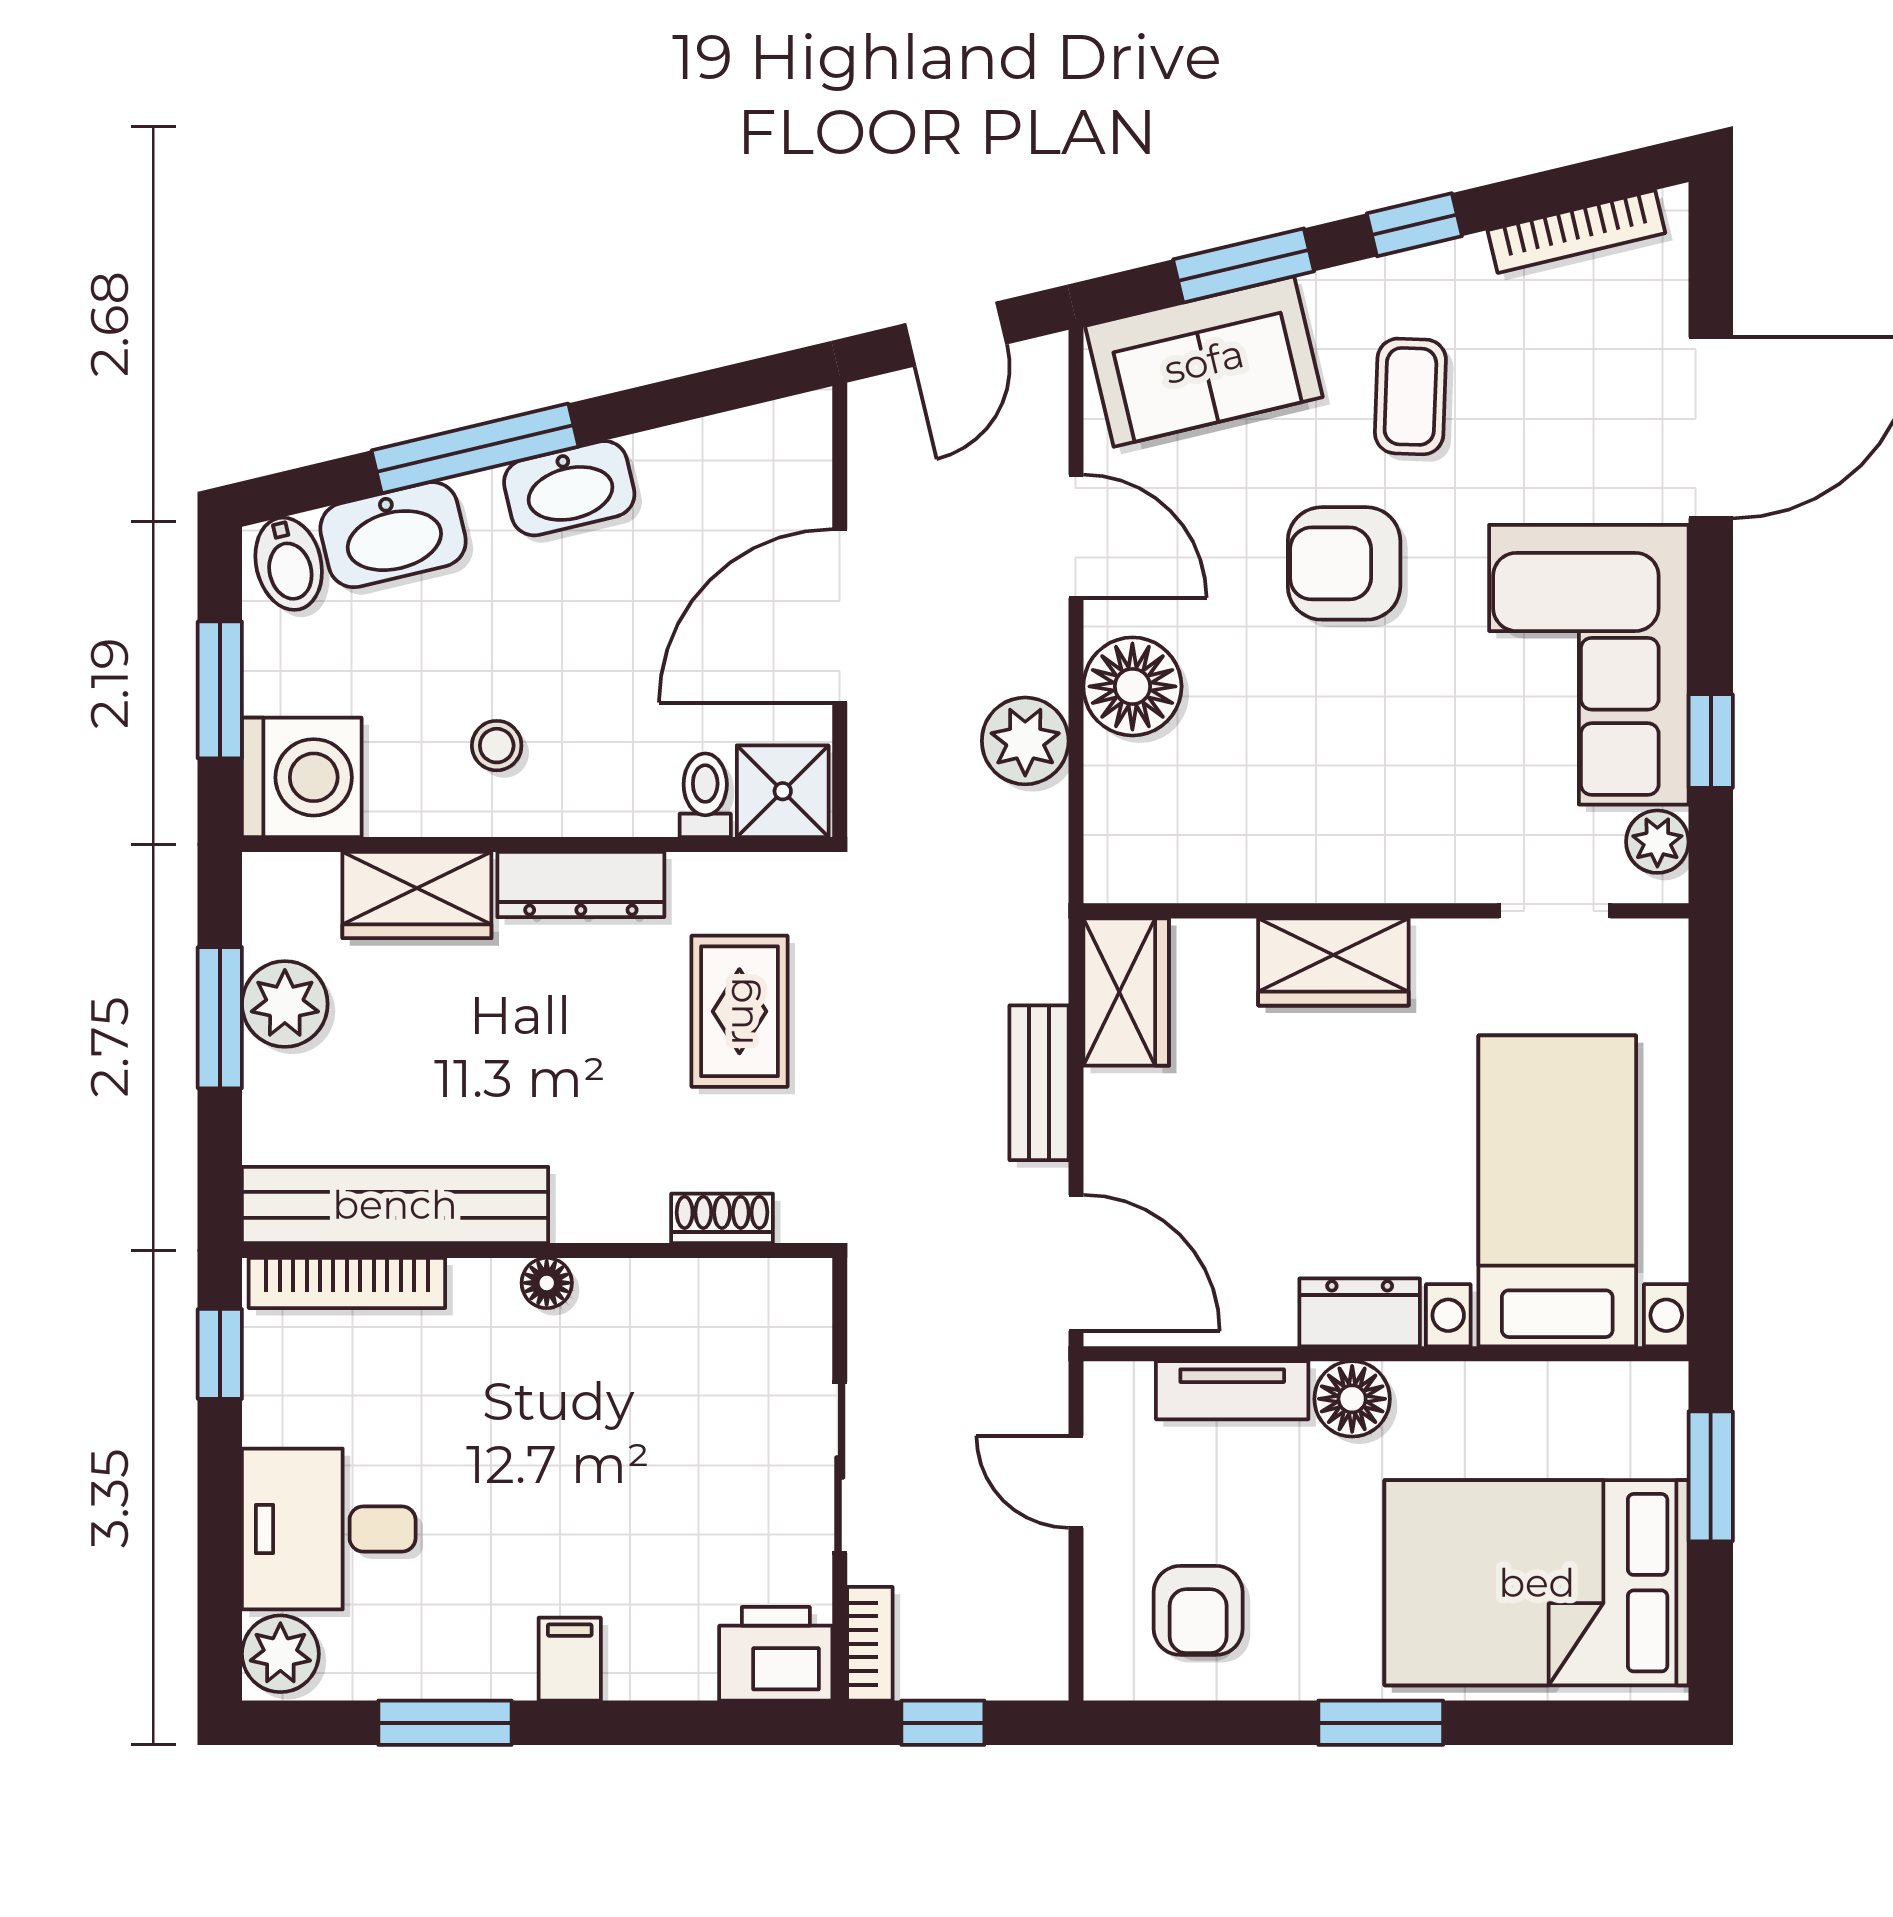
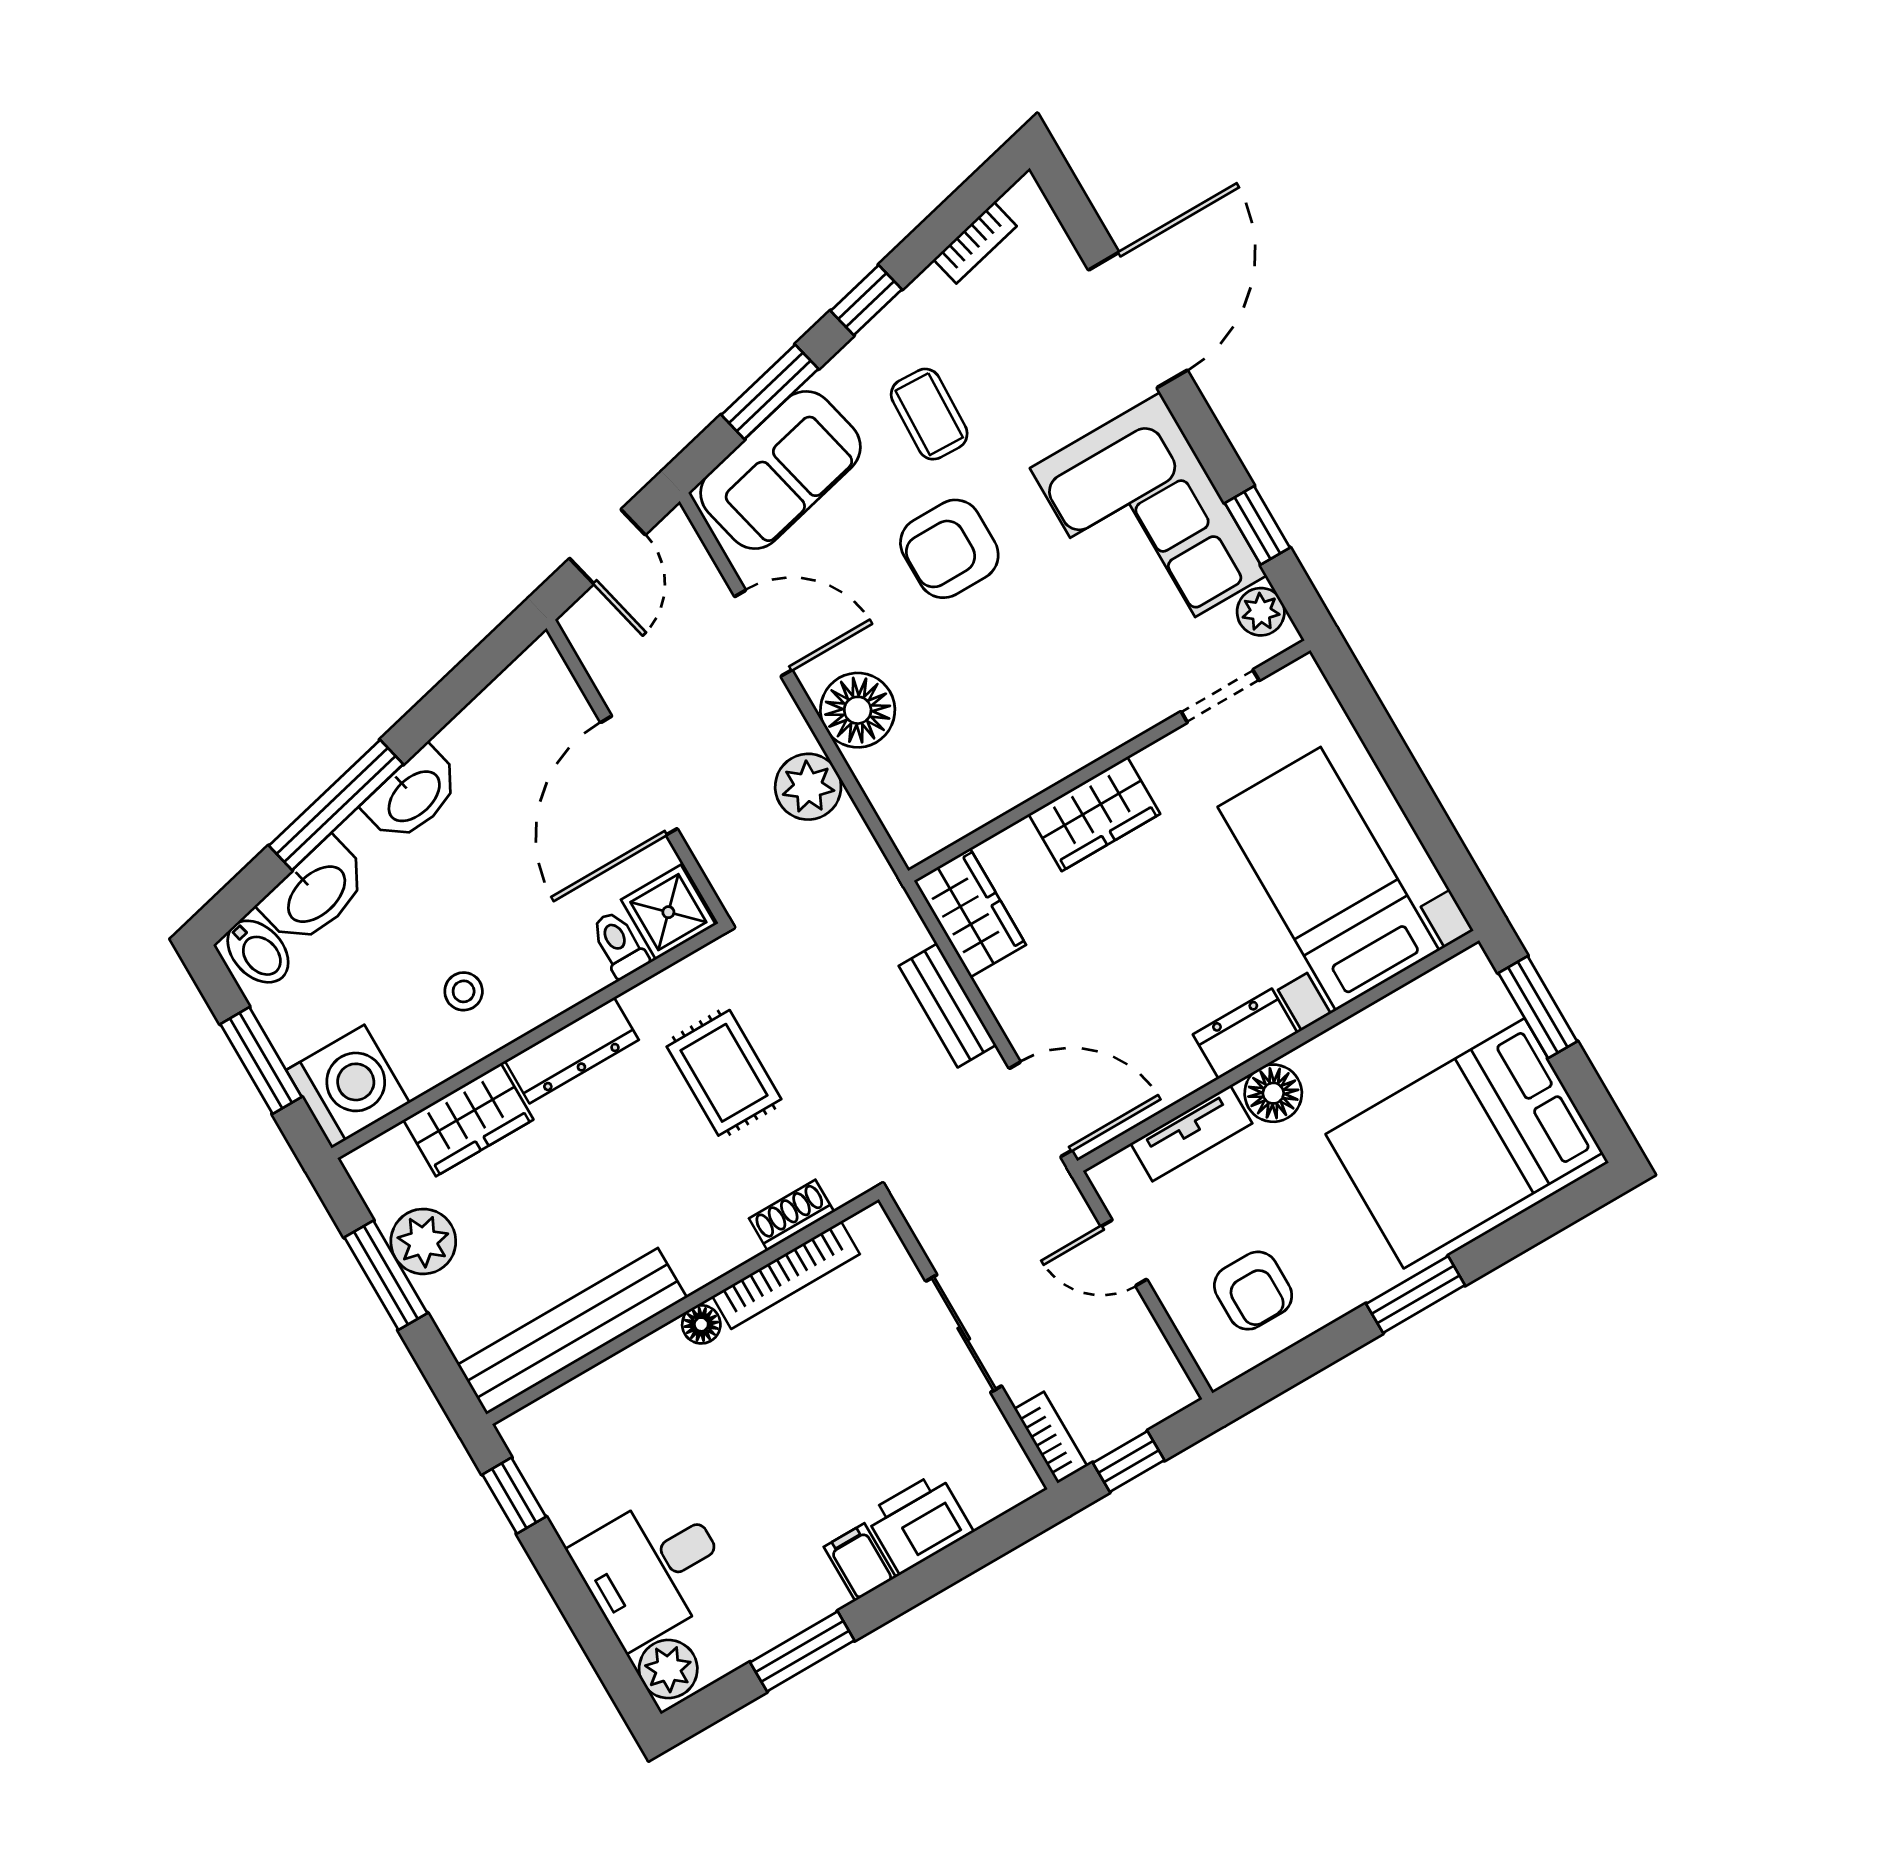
bookcase: (1576, 232) -> (975, 243), width x0.64
bookcase: (347, 1283) -> (786, 1275), moved
printer: (776, 1654) -> (919, 1523), moved

